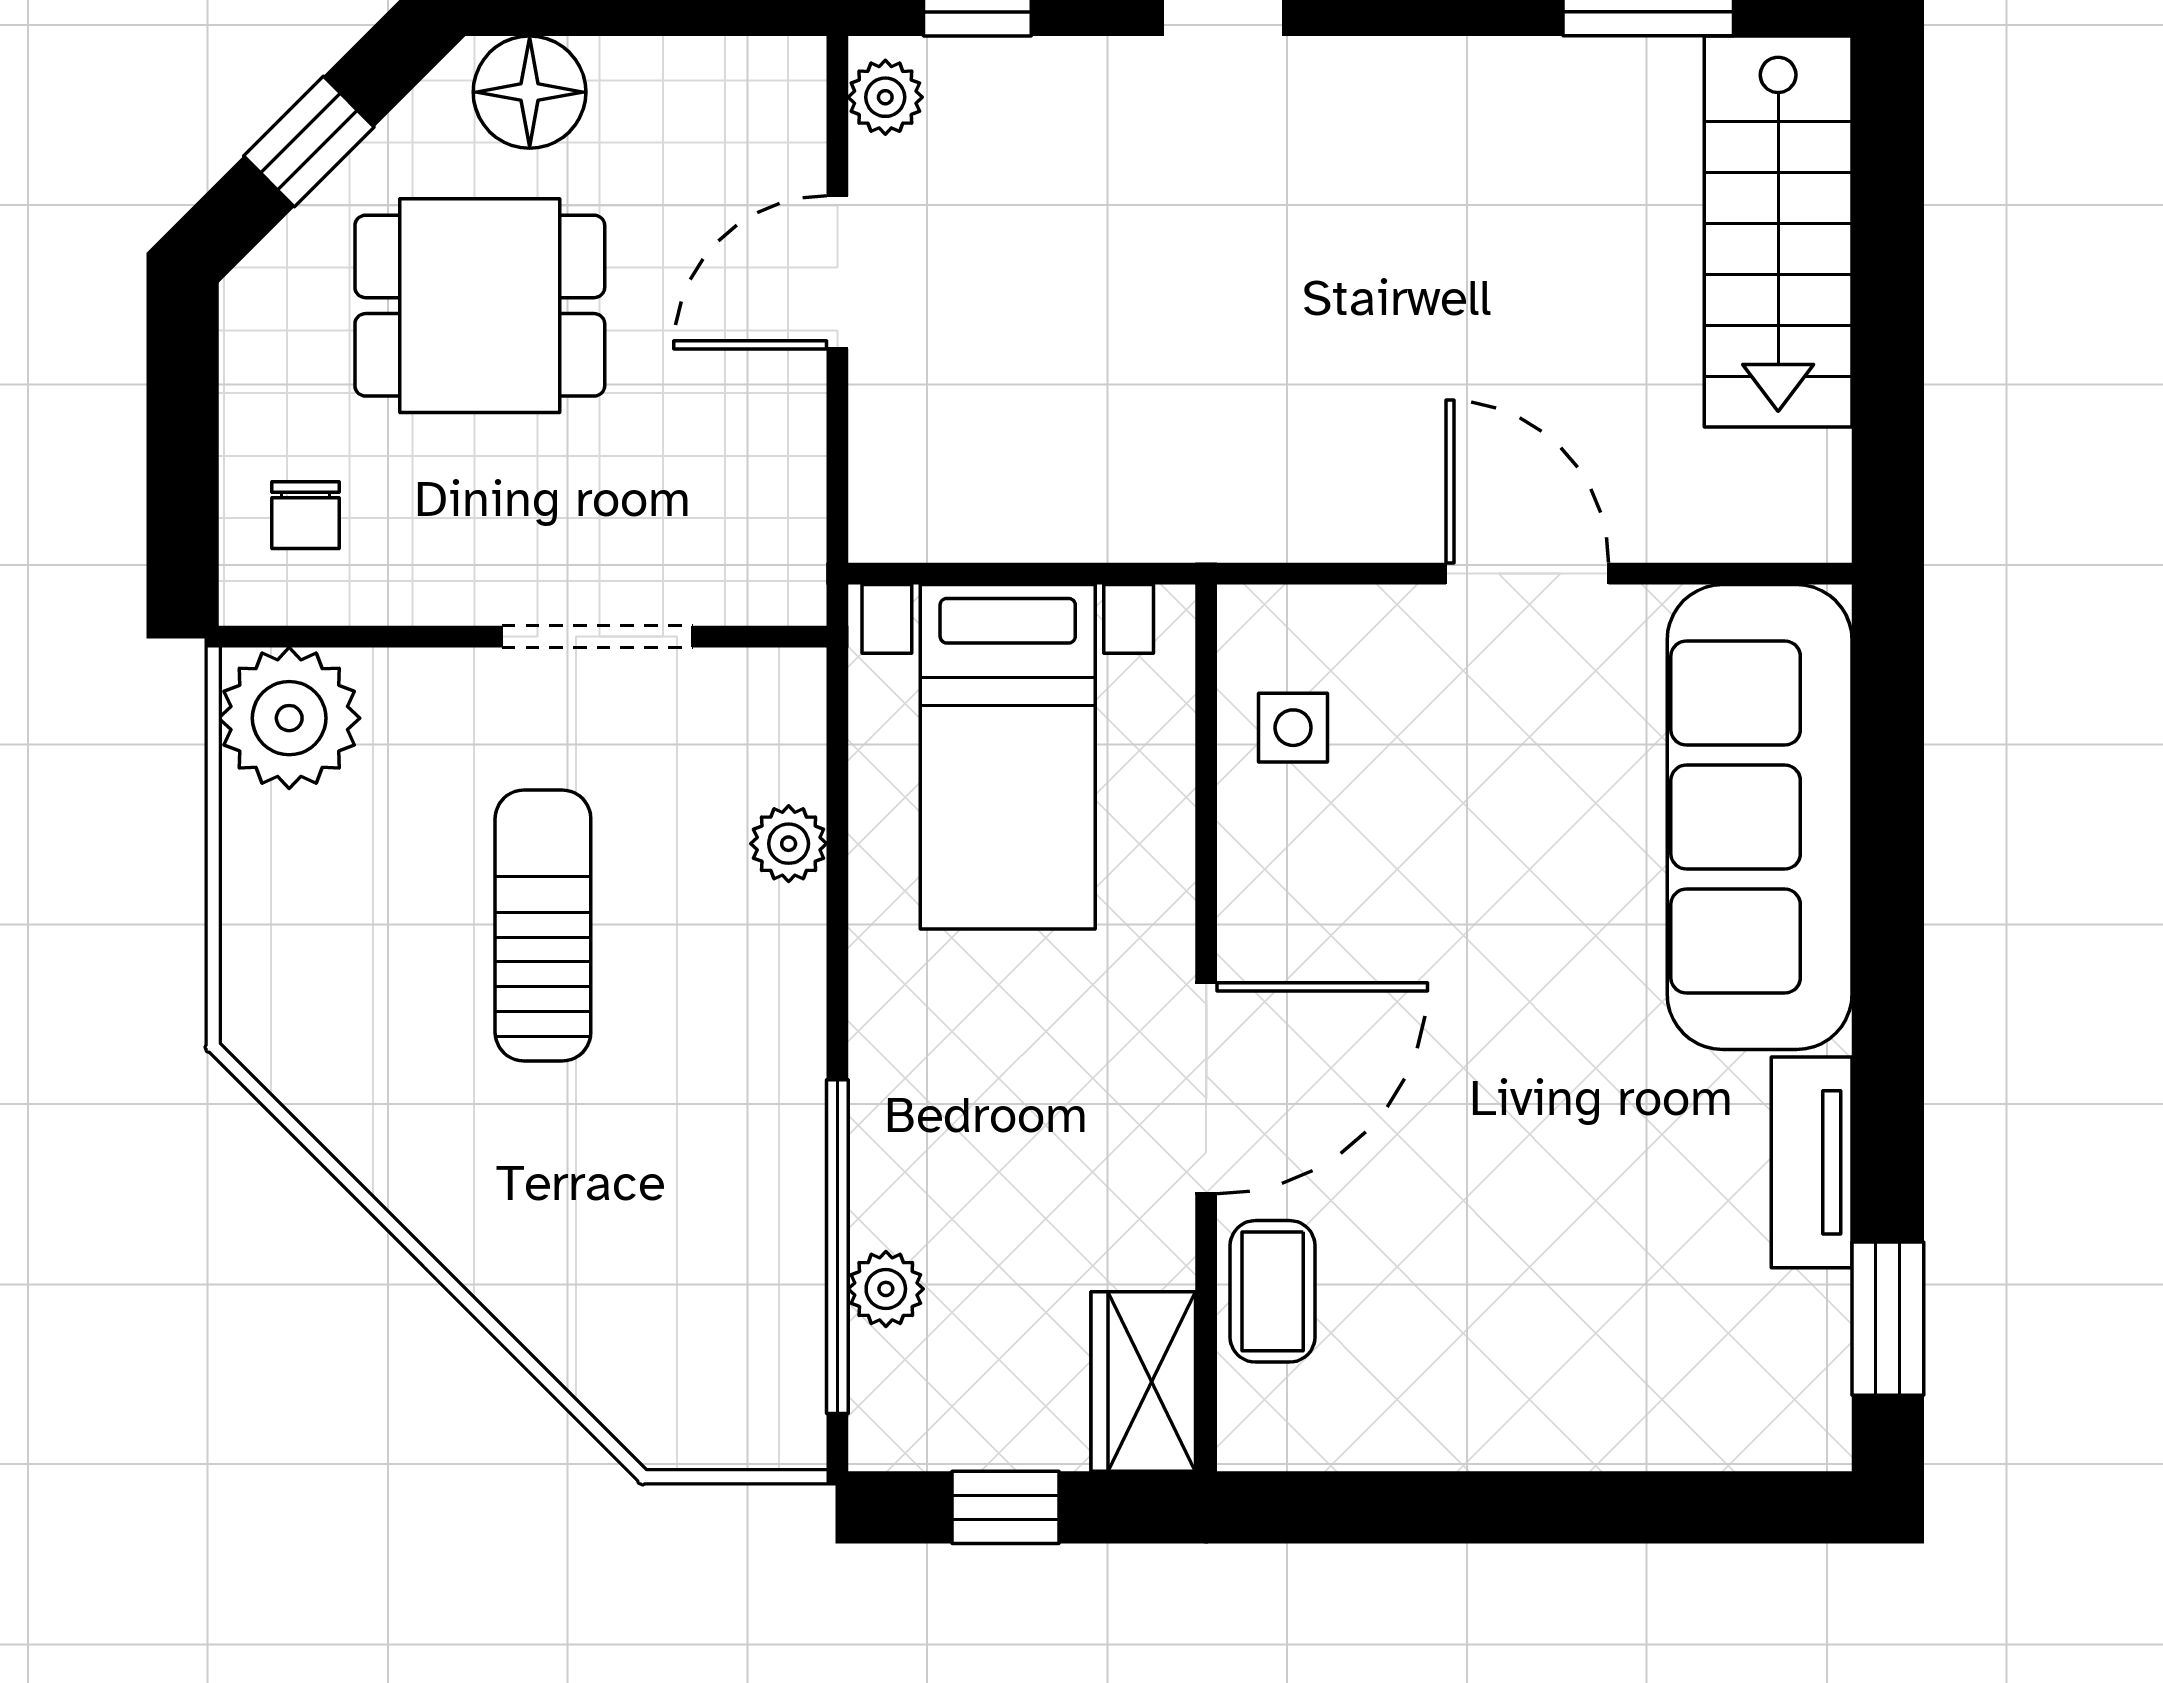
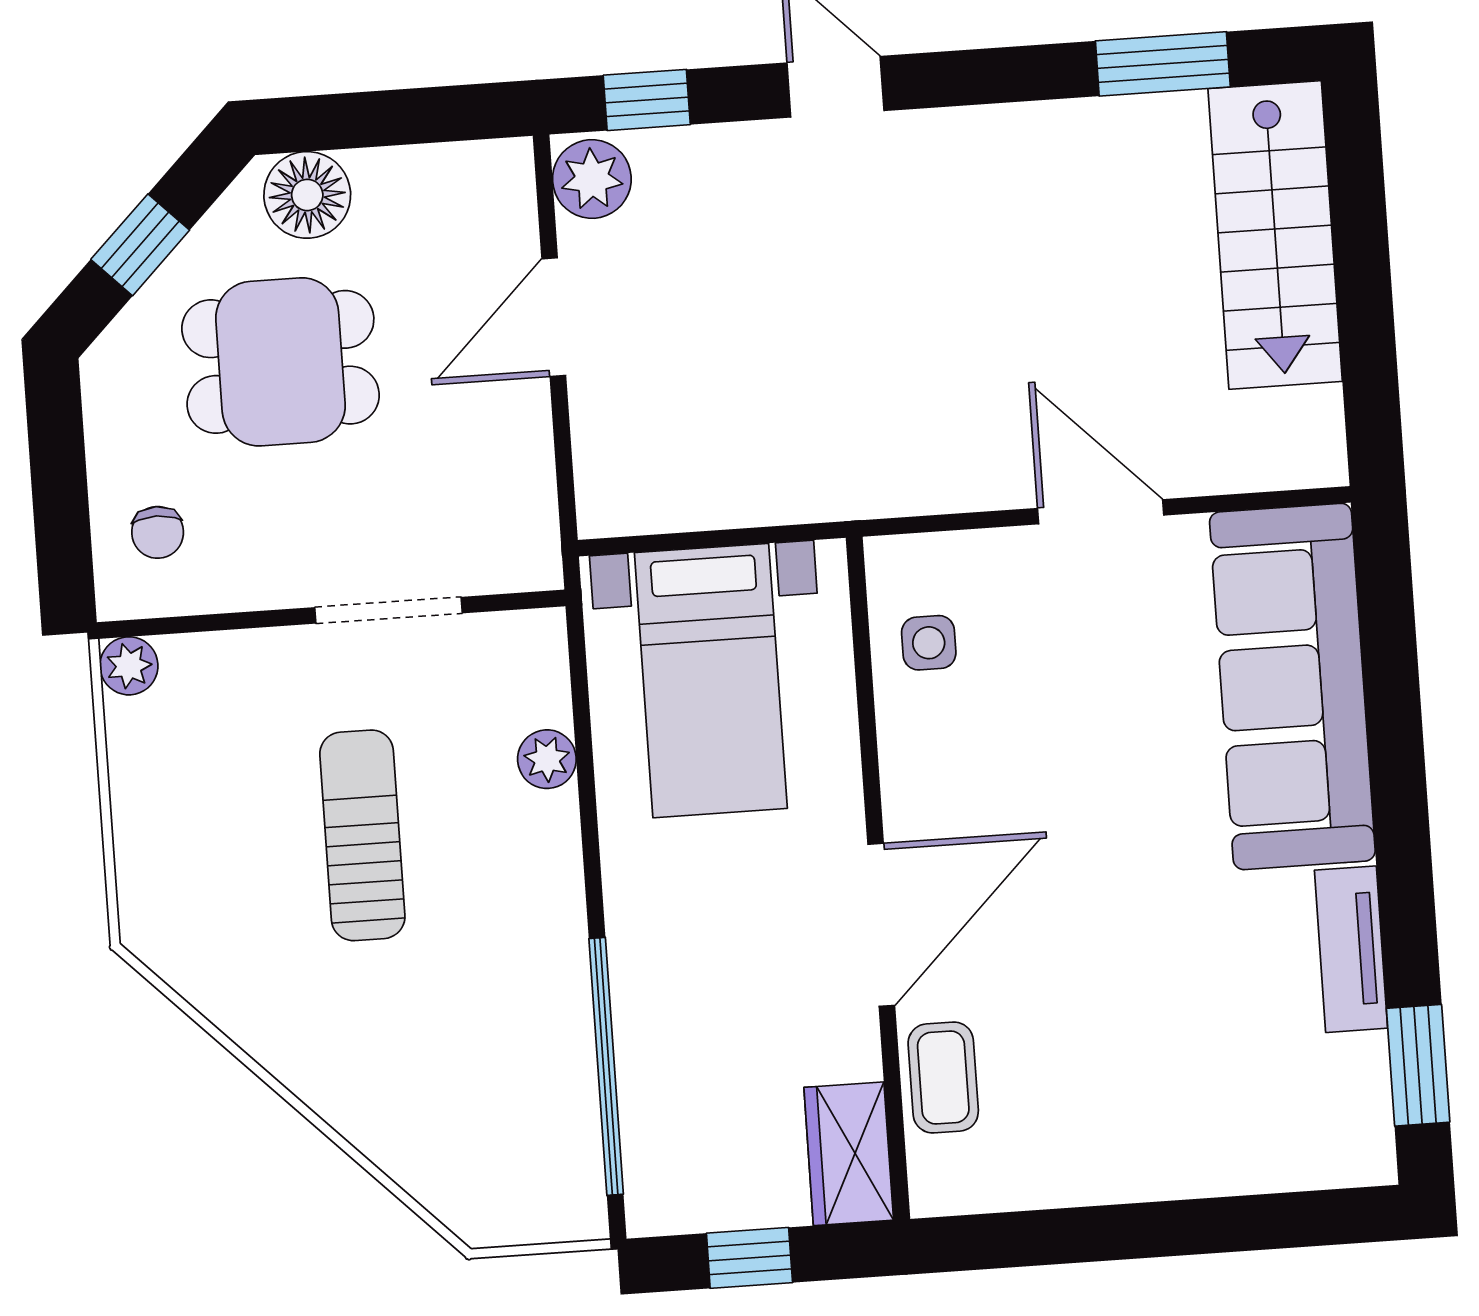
plant: (885, 97) -> (592, 179), width x1.38, depth x1.38
plant: (289, 718) -> (129, 666), width x0.53, depth x0.53
plant: (886, 1289) -> (646, 1096), removed

